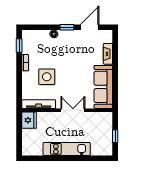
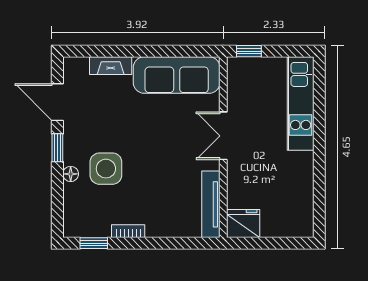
side table: (47, 77) -> (106, 169), moved
window: (115, 136) -> (249, 51), moved
kitchen unit: (67, 149) -> (301, 103), moved

